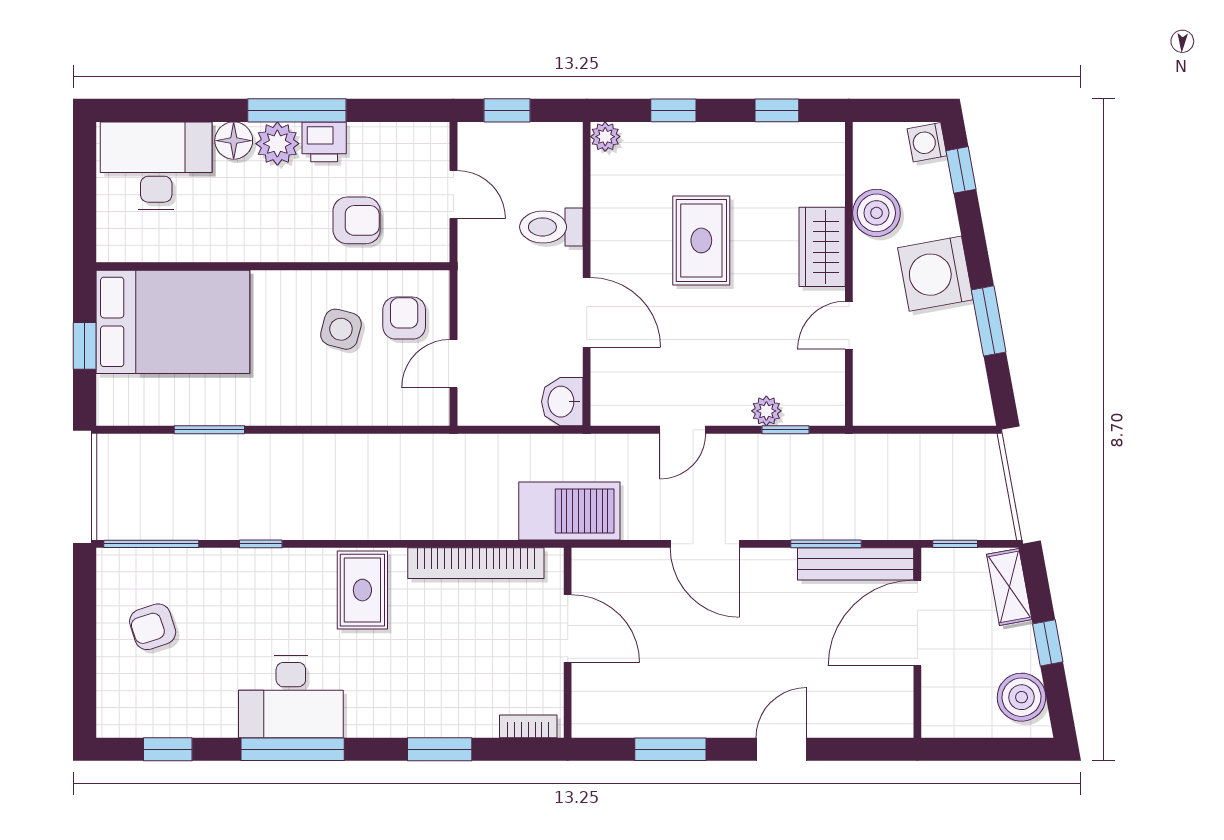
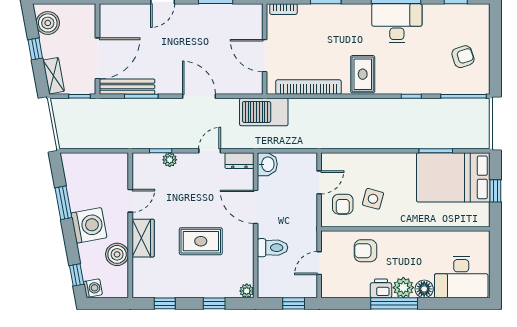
door: (453, 195) -> (319, 263), hinge flipped
rug: (701, 240) -> (201, 241), turned 90
bed: (173, 322) -> (453, 177), moved
dresser: (620, 409) -> (239, 161), added

